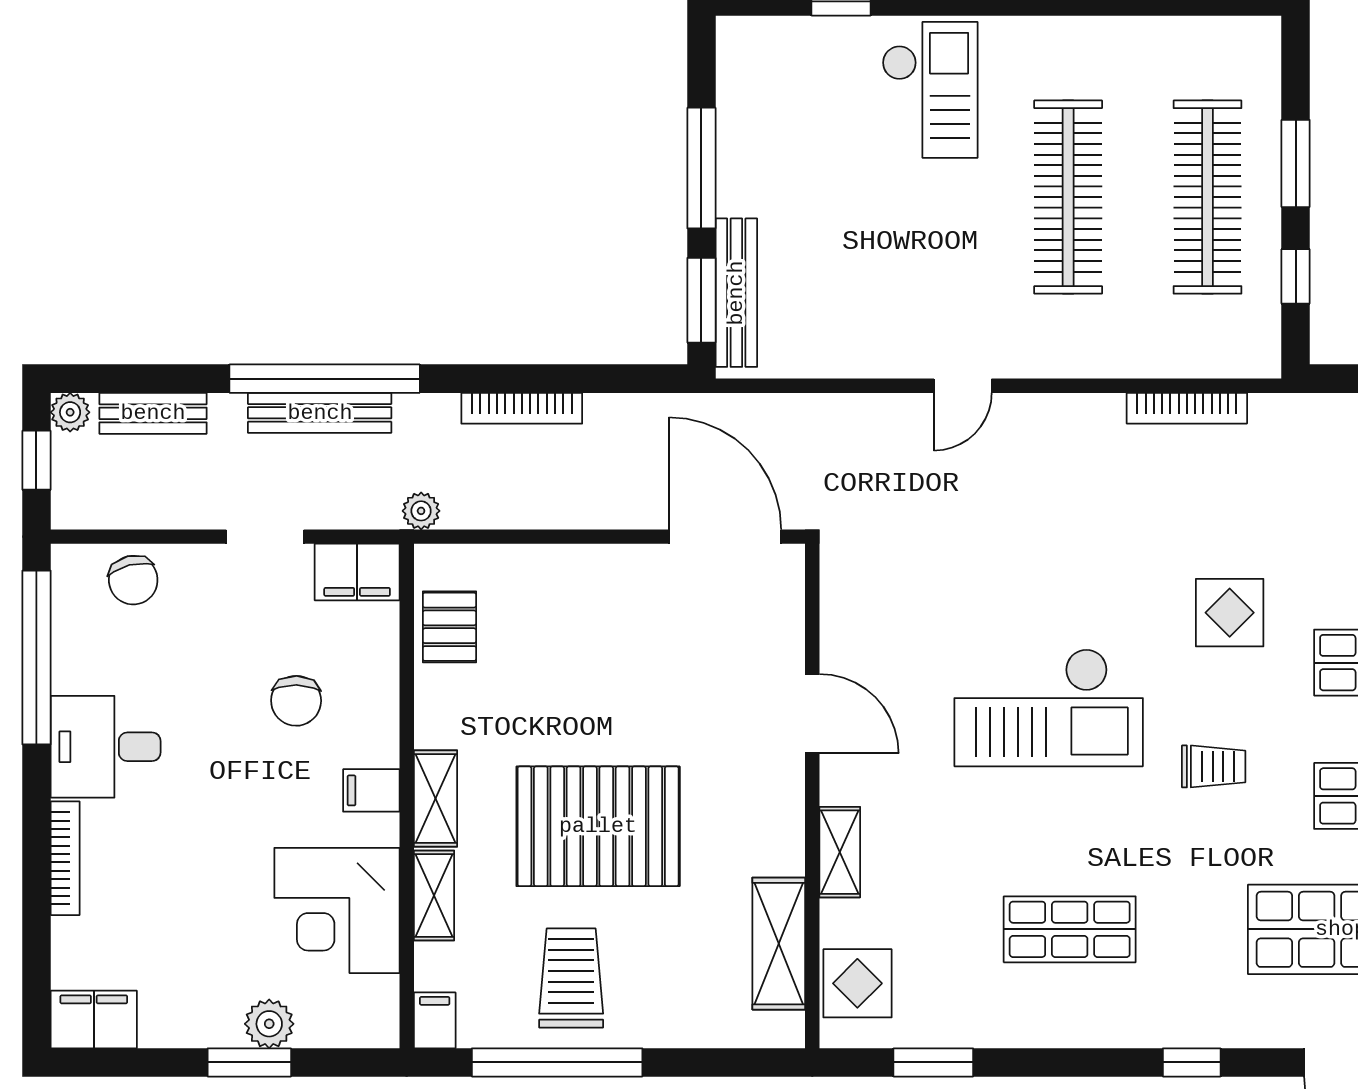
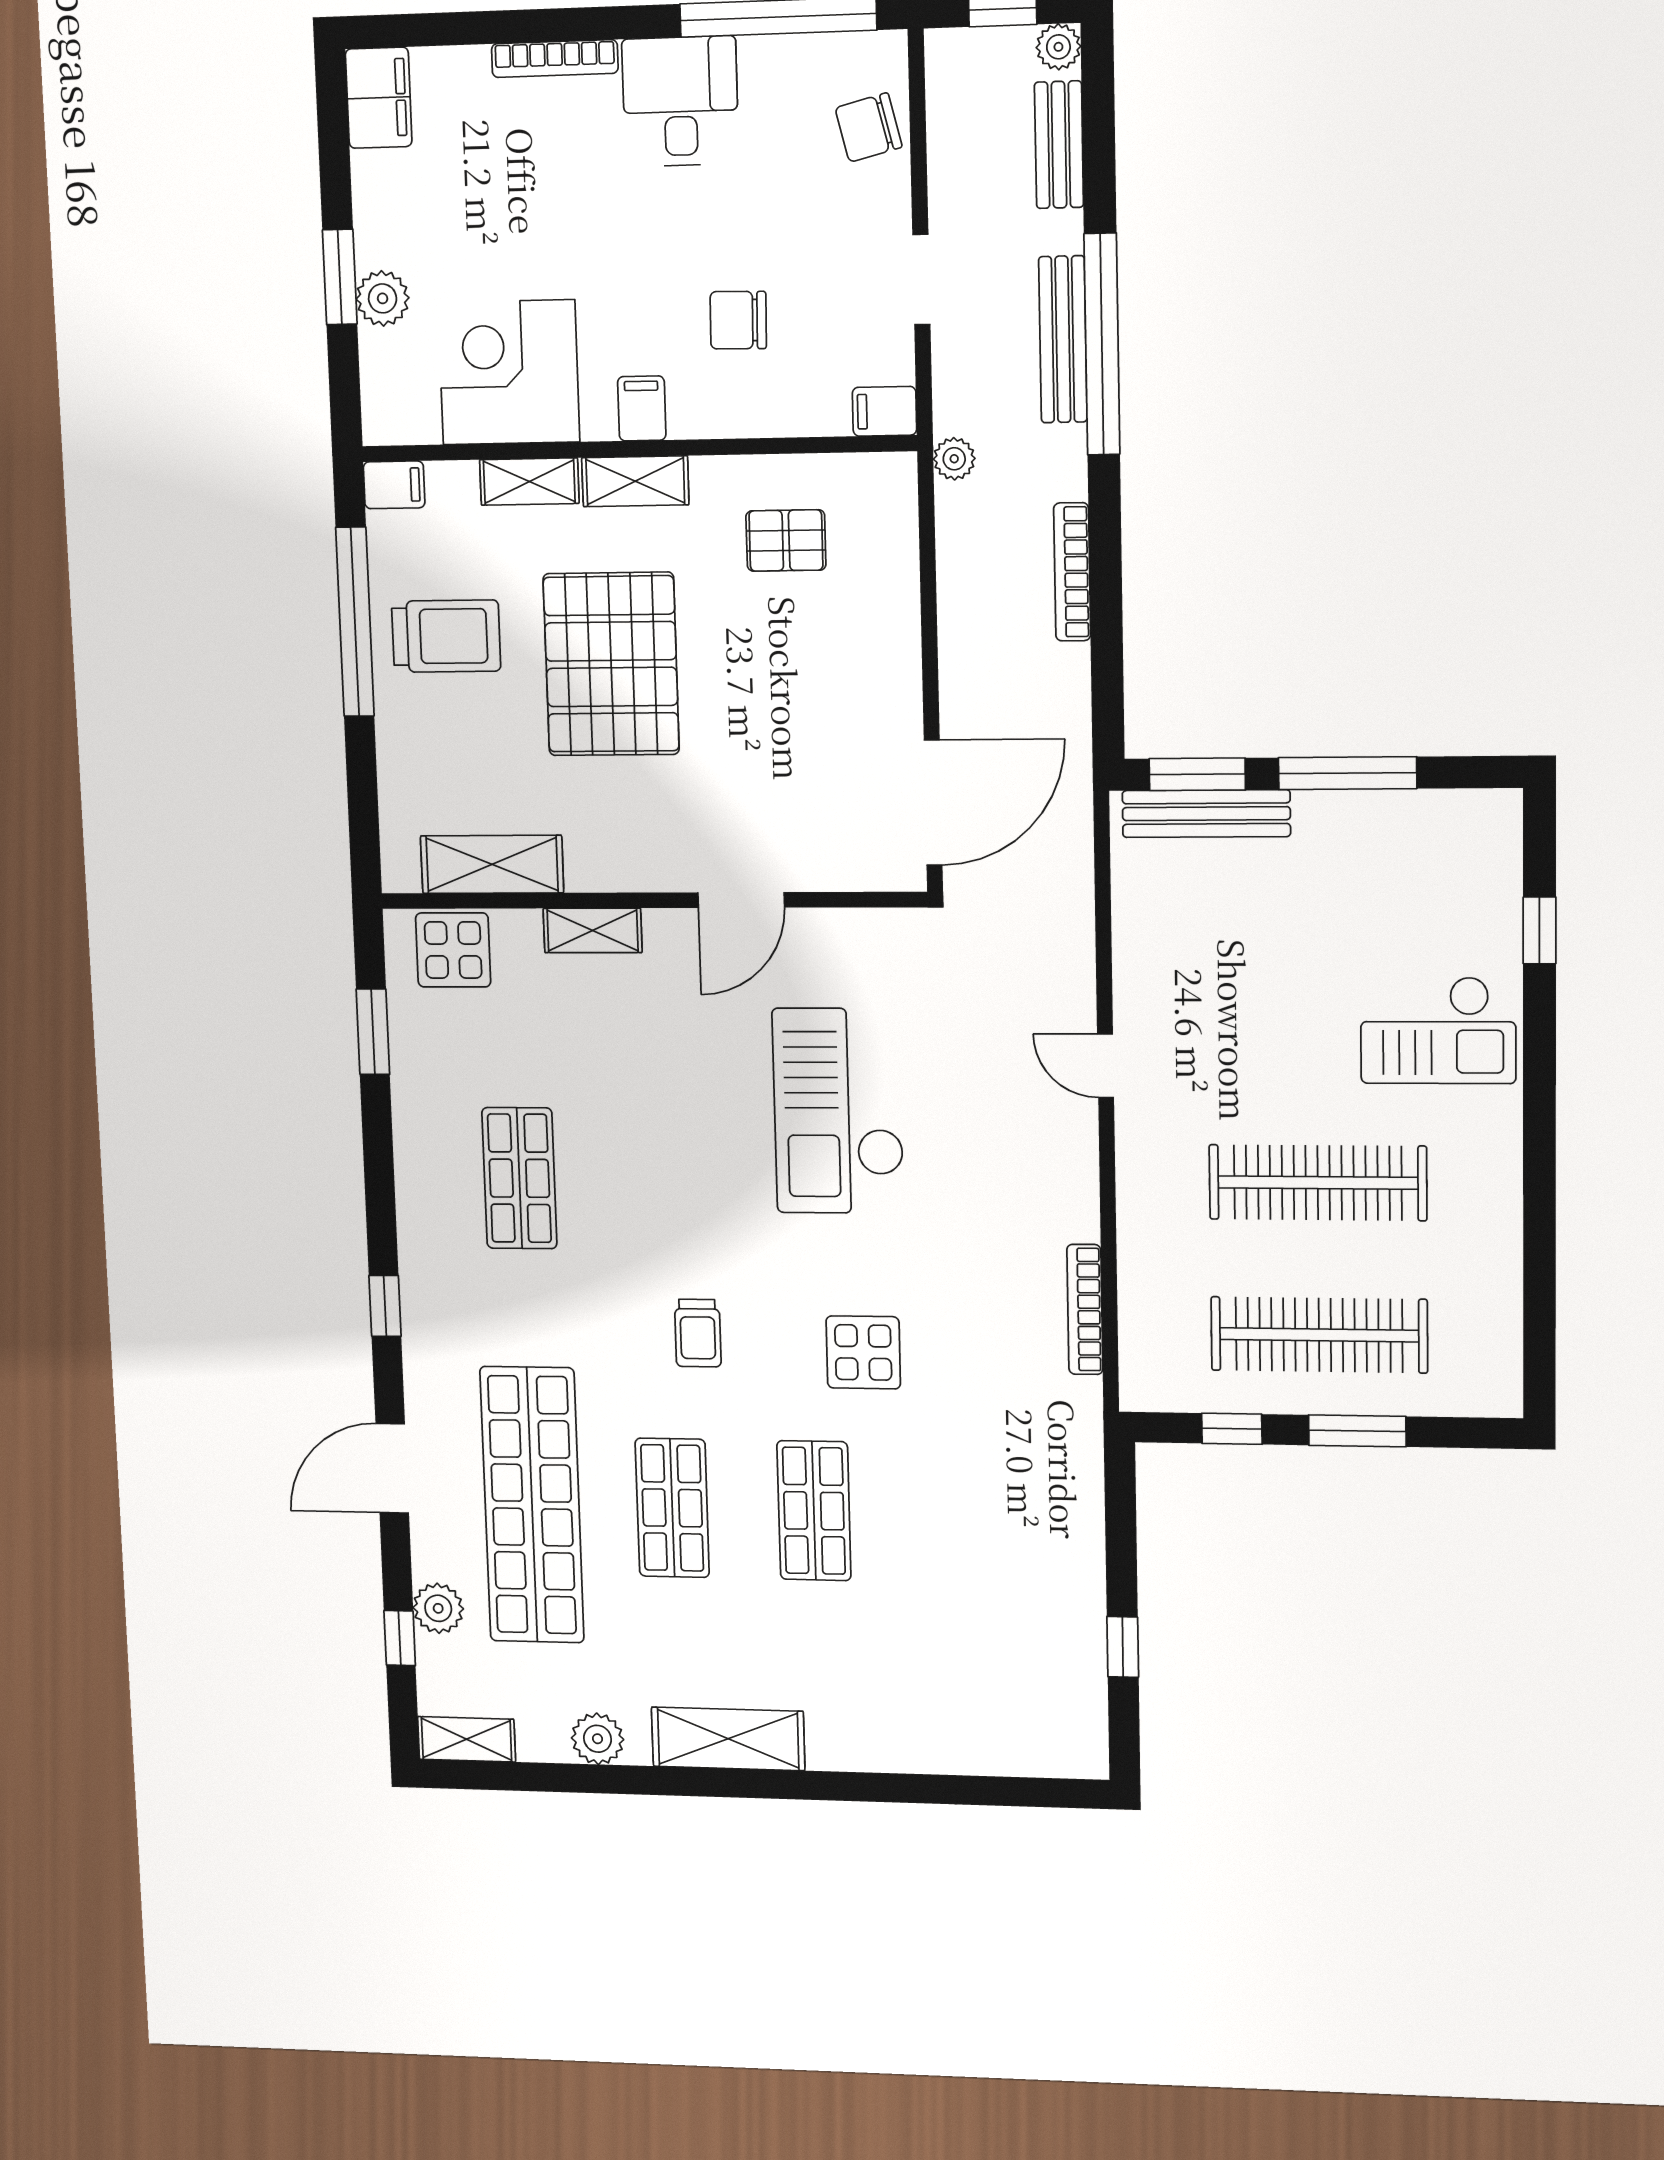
filing cabinet: (357, 572) -> (885, 411), width x0.50
pallet: (449, 627) -> (786, 540), moved
checkout: (1049, 707) -> (838, 1111), moved

